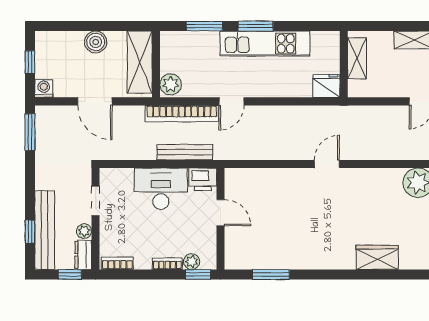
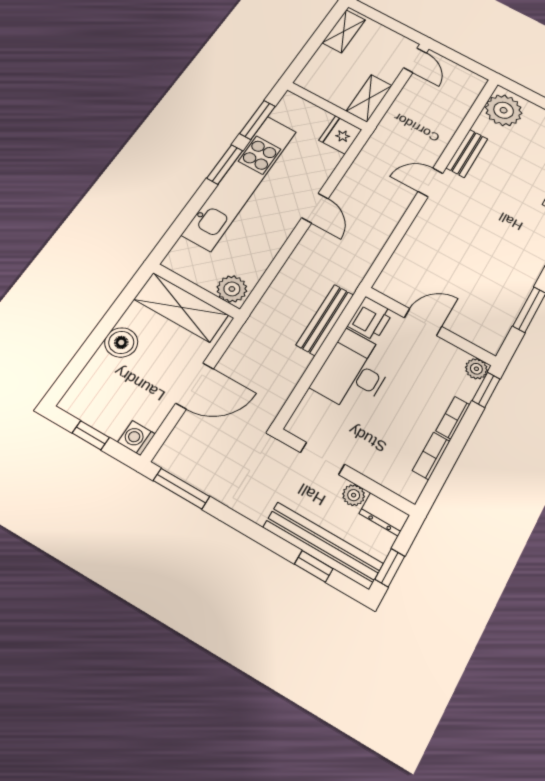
window: (204, 26) -> (258, 120), moved
kitchen unit: (265, 44) -> (240, 182), width x1.36
shelving: (357, 58) -> (369, 98), moved, turned 90
door: (231, 101) -> (315, 208), moved
bookcase: (182, 114) -> (275, 297), removed
door: (327, 164) -> (430, 182), hinge flipped
bench: (366, 176) -> (467, 153), added
plant: (192, 262) -> (476, 369), moved
bookcase: (117, 263) -> (431, 456), moved
window: (70, 274) -> (390, 568), moved

